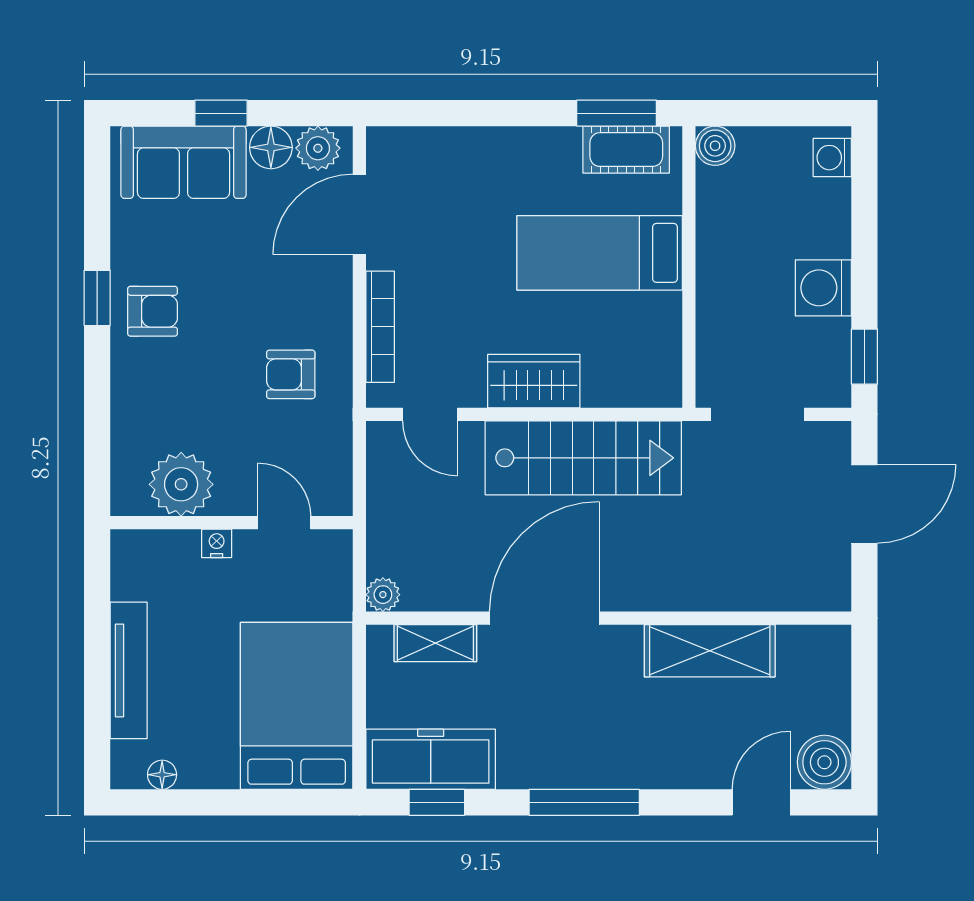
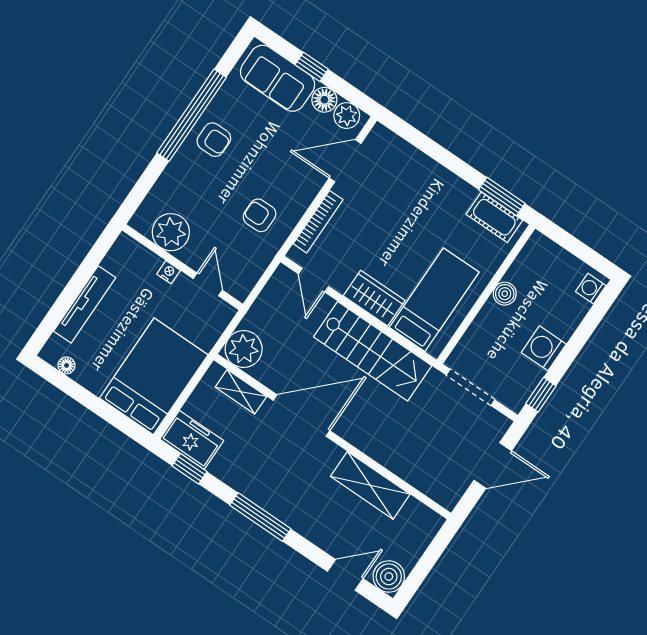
boiler: (715, 146) -> (505, 294), moved
bed: (600, 253) -> (434, 300), moved, turned 90
window: (97, 298) -> (192, 115), width x3.17
plant: (383, 595) -> (244, 349), width x1.88, depth x1.88
freezer: (431, 759) -> (192, 440), width x0.71

